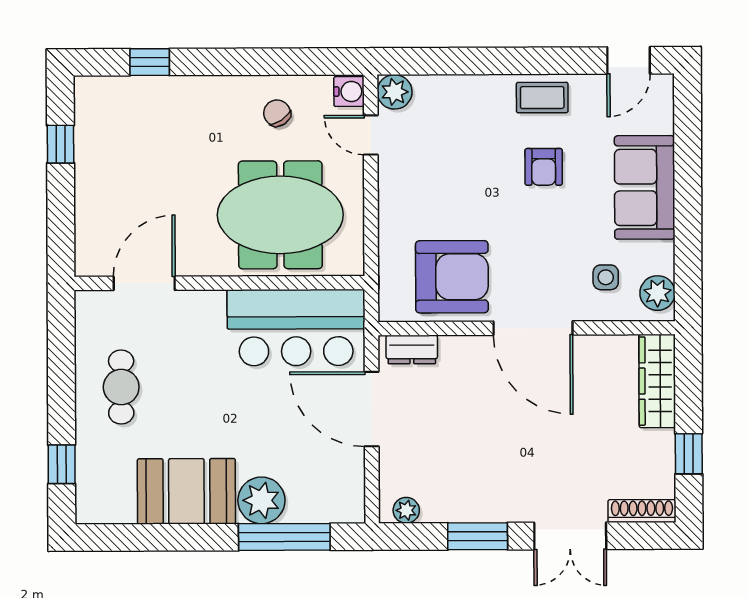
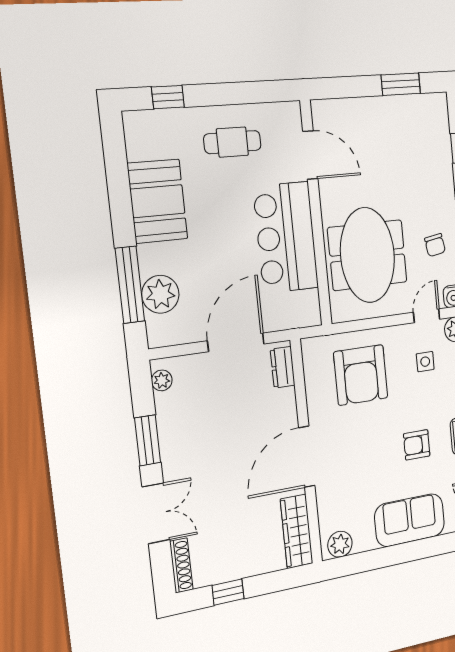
chair: (277, 113) -> (435, 245), turned 114
window: (61, 144) -> (401, 84), width x1.50
armchair: (452, 277) -> (361, 375), moved
side table: (606, 277) -> (425, 362), moved
bar counter: (296, 328) -> (286, 237), moved
wardrobe: (657, 381) -> (297, 531), moved, turned -90
plant: (261, 500) -> (160, 294), moved
double door: (570, 536) -> (156, 513), swing flipped

